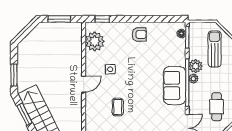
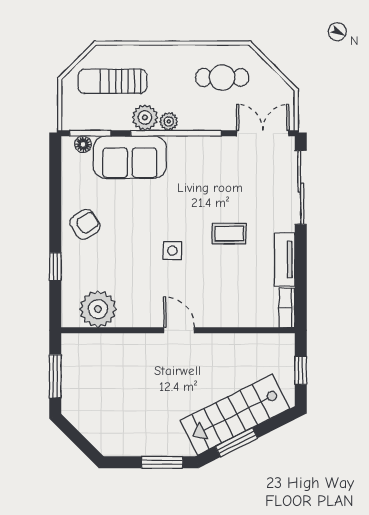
window: (102, 19) -> (55, 267), moved
armchair: (139, 34) -> (85, 224), turned 58
side table: (110, 69) -> (172, 251), moved
sofa: (175, 86) -> (130, 157), moved
coffee table: (118, 107) -> (229, 234), moved

